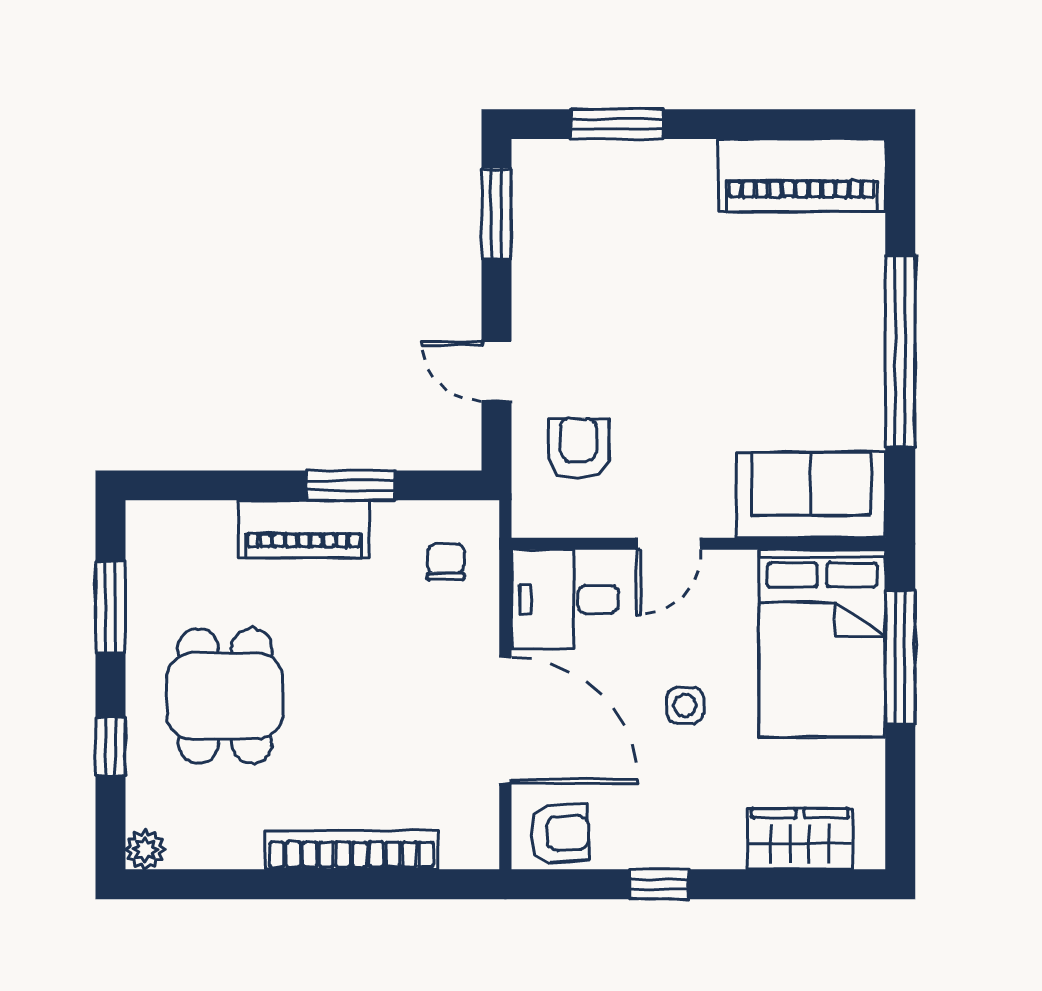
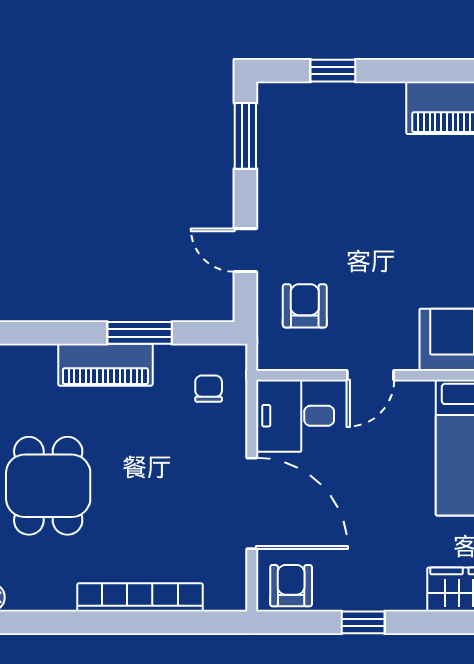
window: (617, 124) -> (333, 71), width x0.67
side table: (685, 706) -> (382, 493), removed
armchair: (560, 834) -> (291, 586), turned -87

